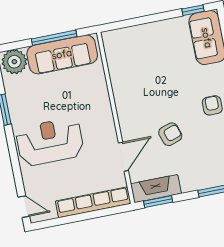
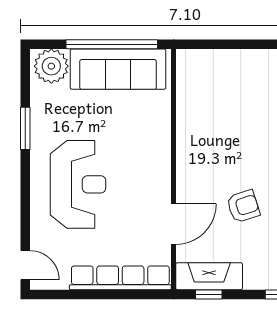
window: (54, 38) -> (112, 44), width x1.46
reception desk: (50, 142) -> (78, 184), turned 90
window: (158, 202) -> (209, 295), width x0.67

